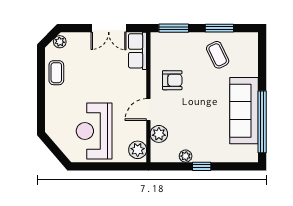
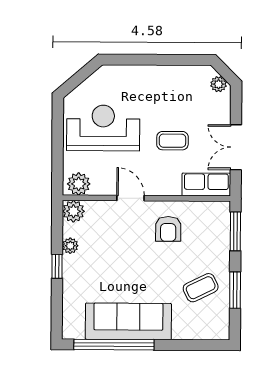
coffee table: (56, 73) -> (172, 141), moved
plant: (159, 134) -> (73, 211), moved

